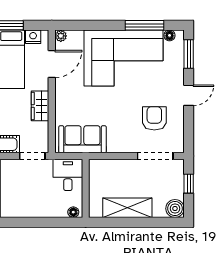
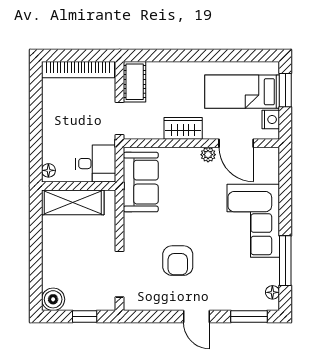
plant: (61, 36) -> (208, 155), moved
corner sofa: (123, 58) -> (253, 221), width x0.73, depth x0.74
armchair: (154, 118) -> (178, 261), moved, turned 90
shelving: (127, 208) -> (73, 202), moved, turned 90

